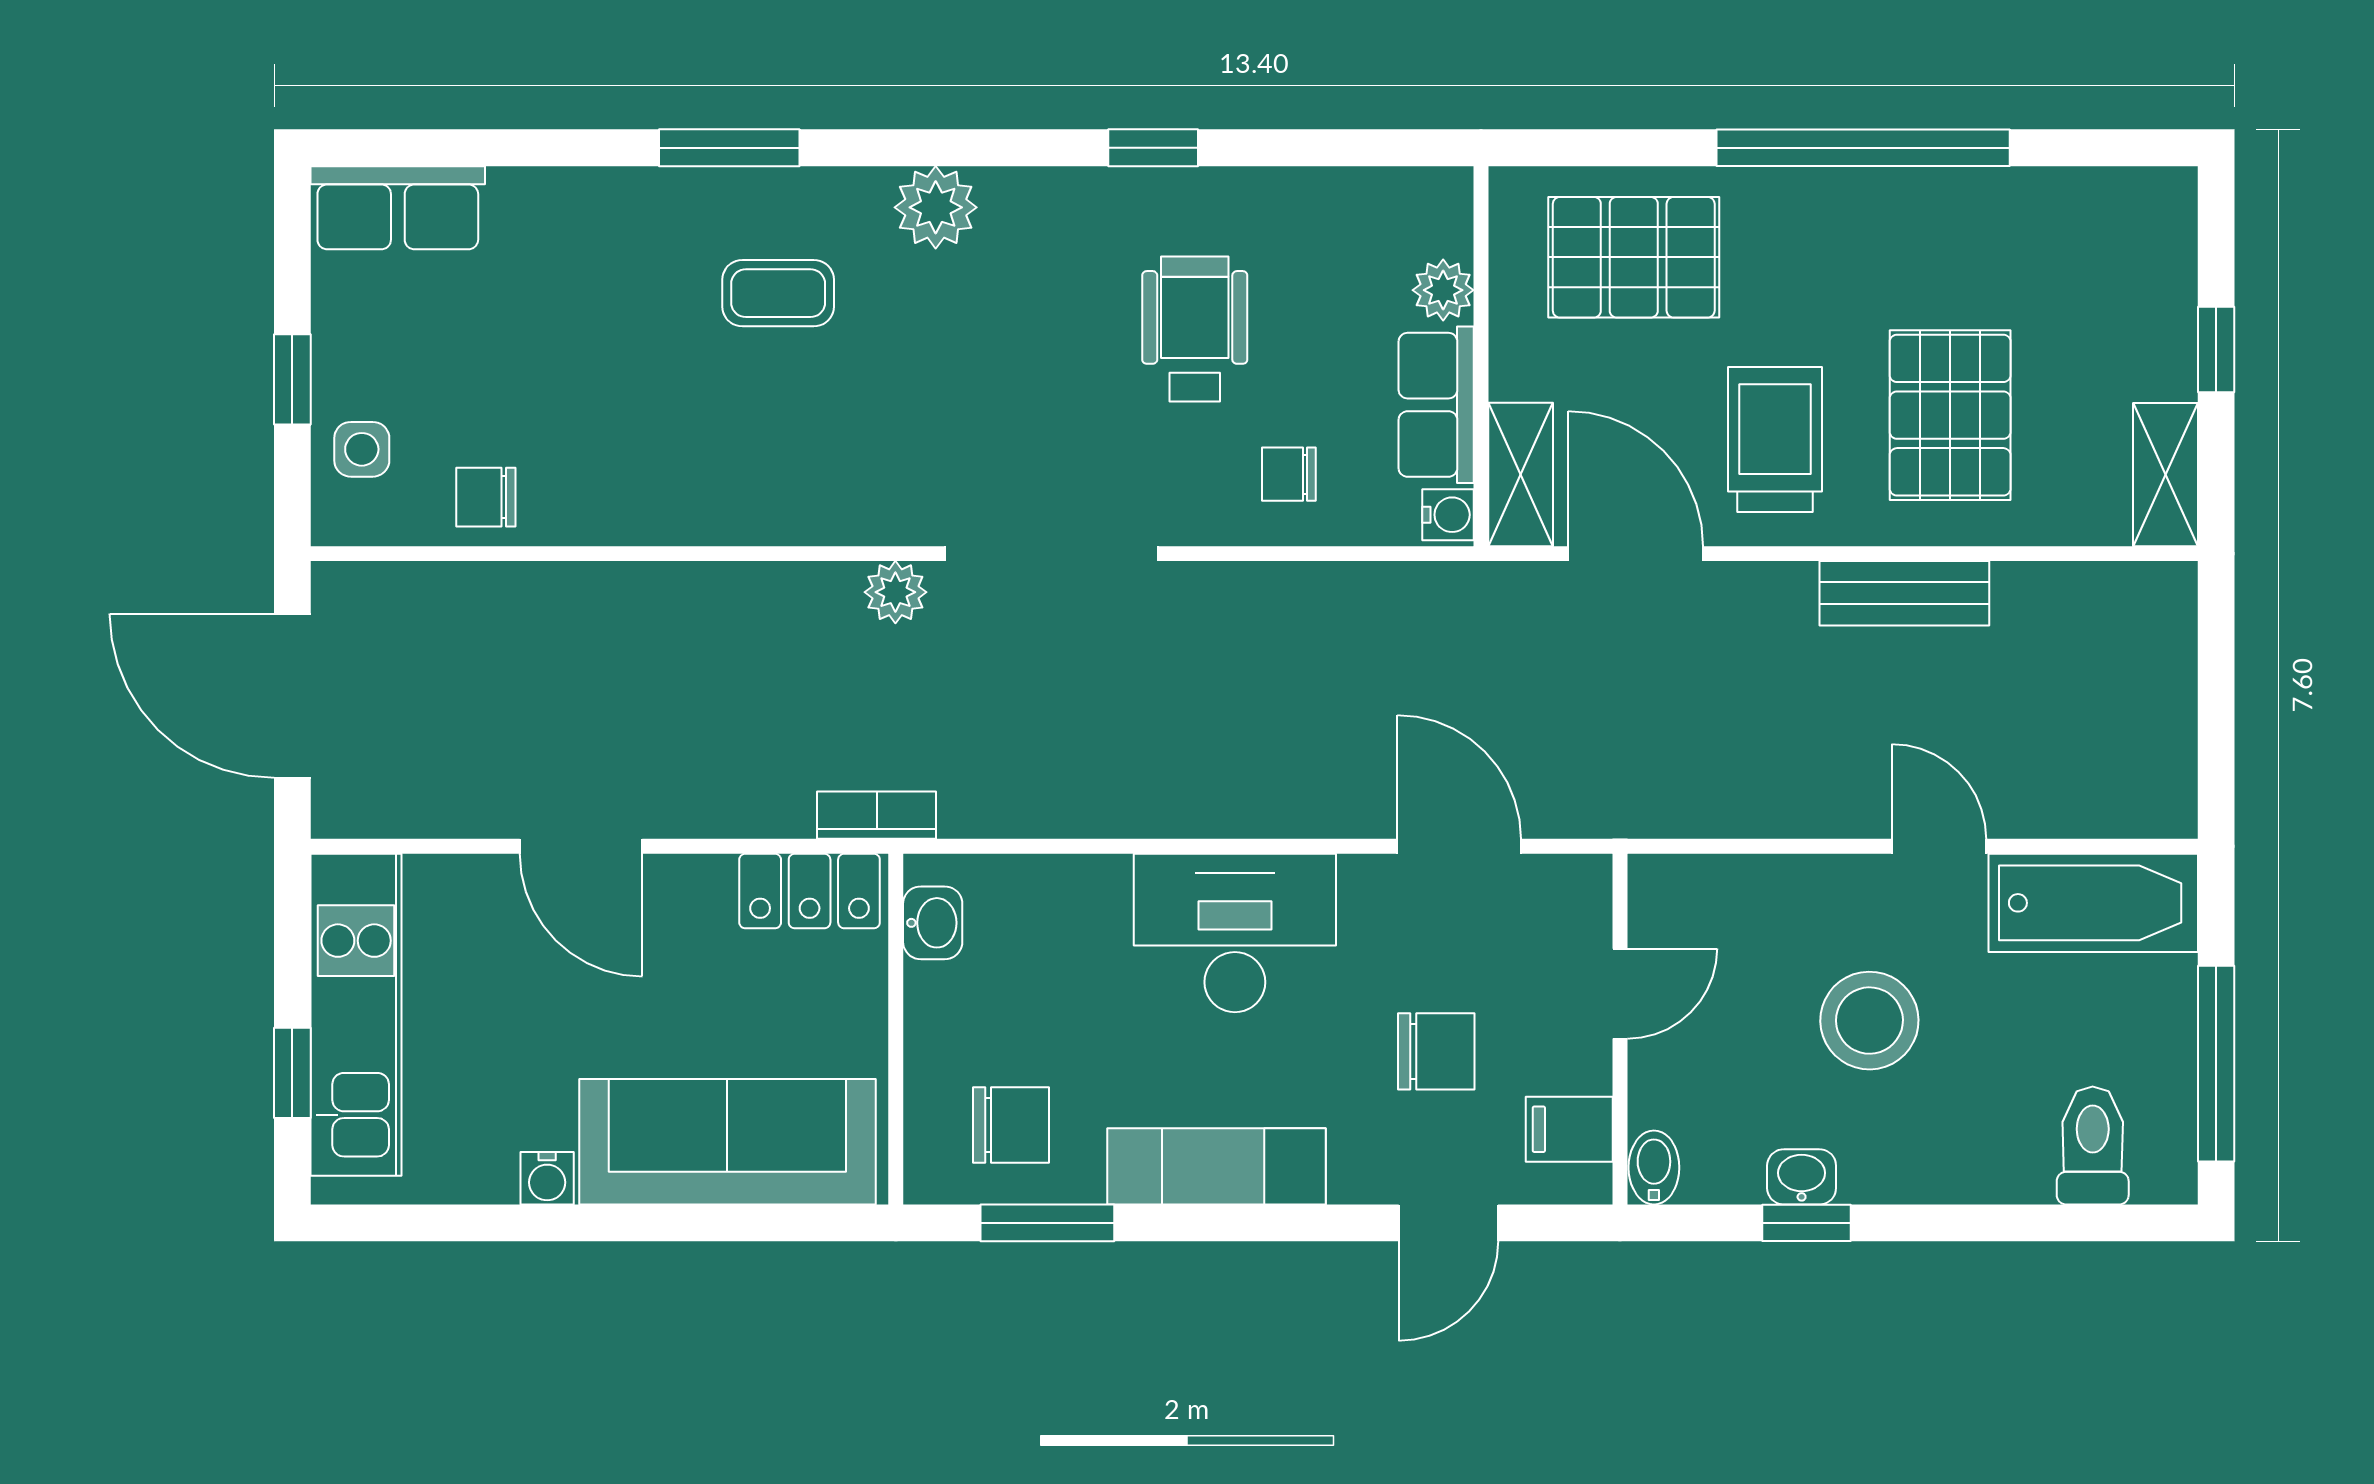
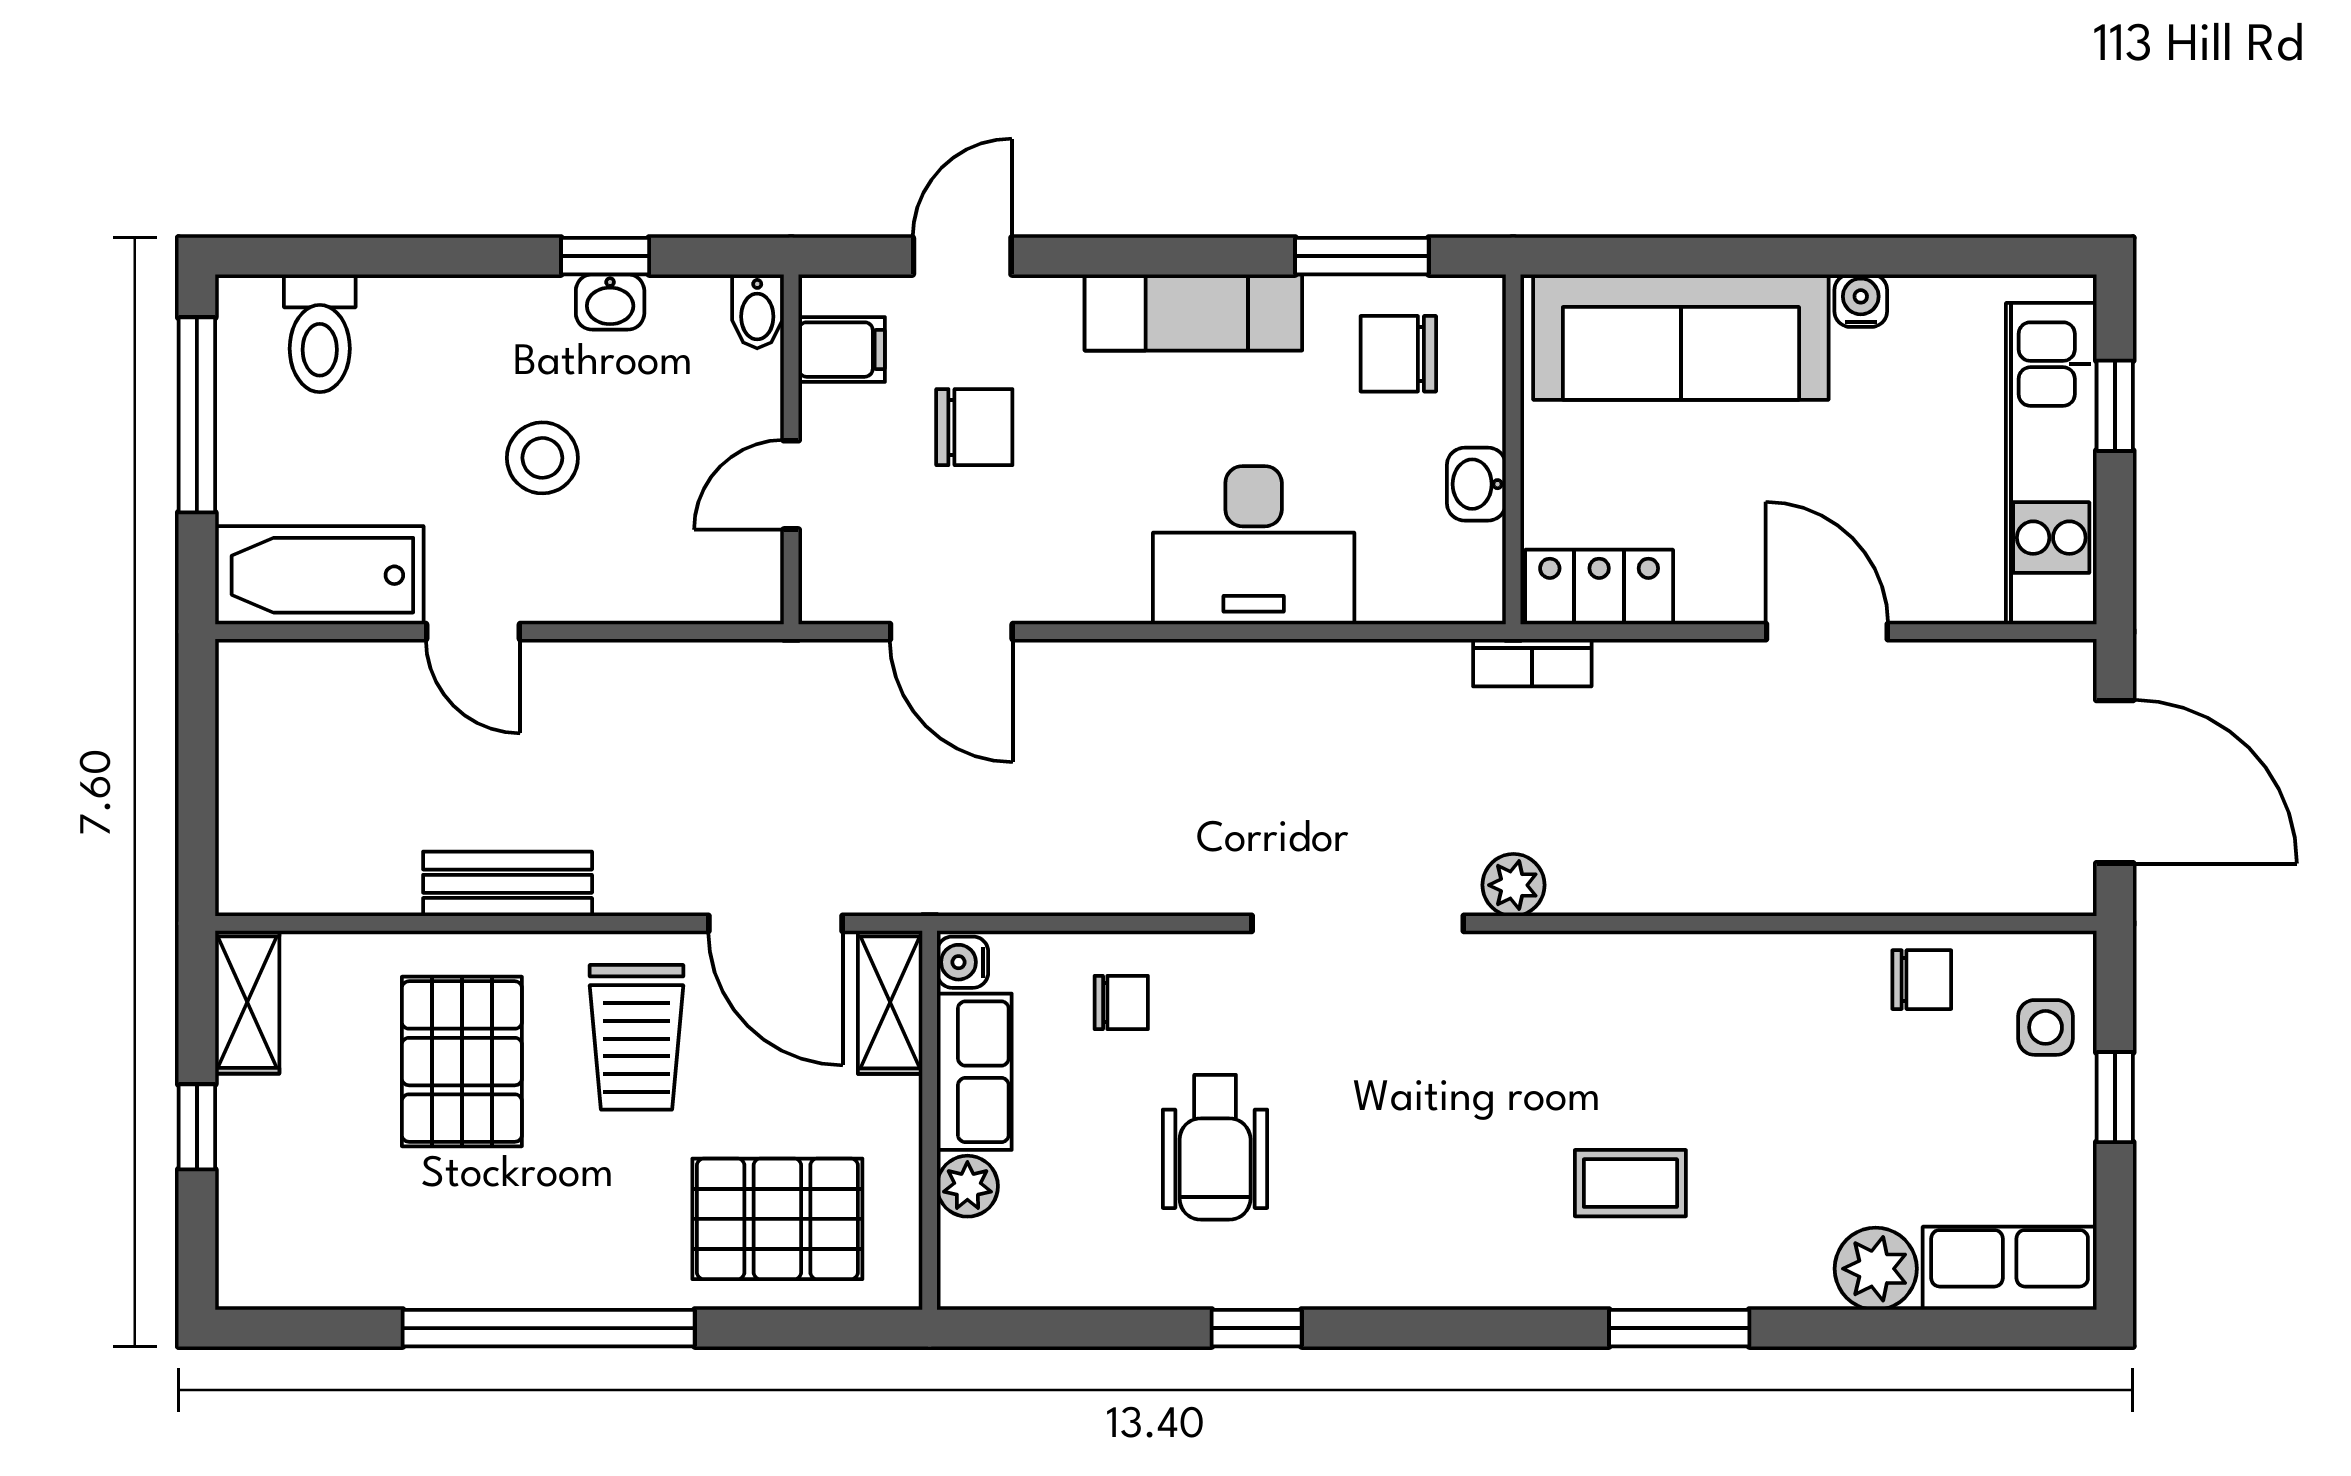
plant: (936, 207) -> (1876, 1269), moved
washbasin: (933, 923) -> (1476, 484), moved
desk: (1235, 933) -> (1254, 545), moved
stool: (1869, 1021) -> (542, 458), width x0.73, depth x0.73
chair: (1436, 1051) -> (974, 427), turned 180

